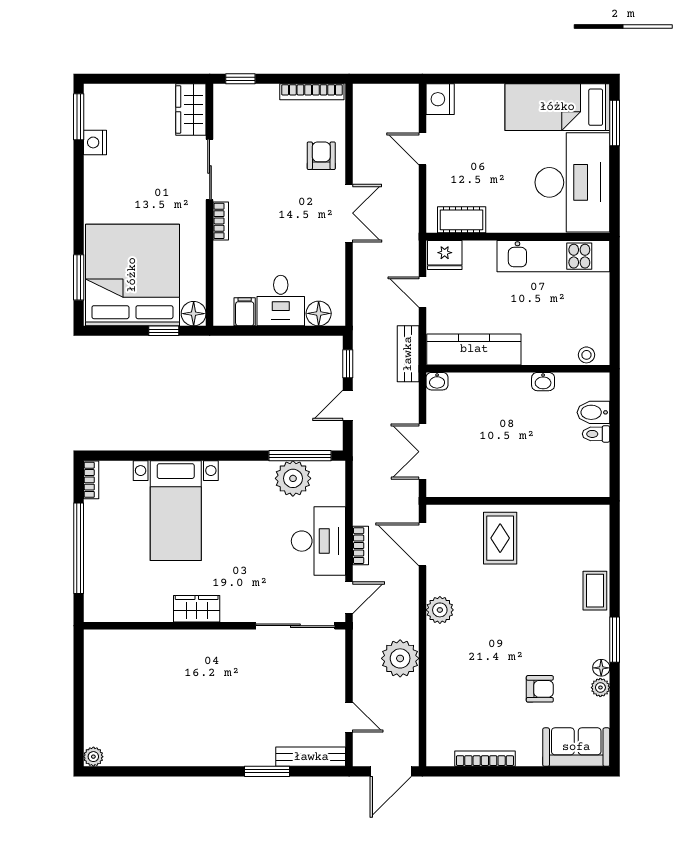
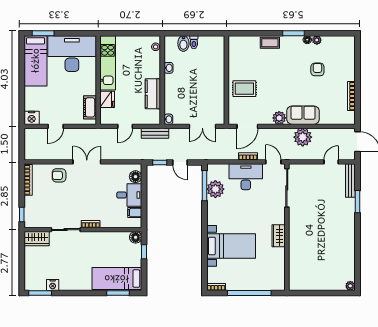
fridge: (445, 255) -> (107, 99), moved
bed: (132, 275) -> (117, 279), width x0.49
kitchen counter: (474, 349) -> (153, 94), width x0.67
sofa: (576, 747) -> (303, 115), moved, turned 90

